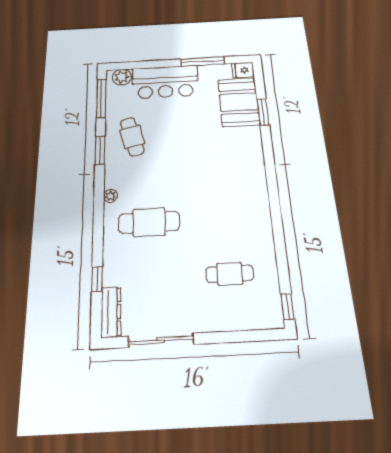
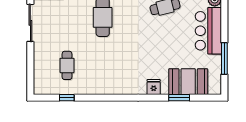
fridge: (243, 70) -> (154, 87), moved
window: (288, 307) -> (67, 98), moved

